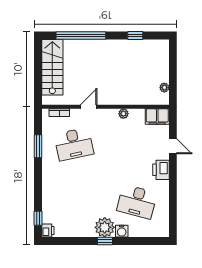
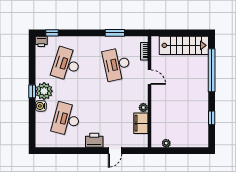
filing cabinet: (157, 117) -> (141, 123), moved
desk: (74, 202) -> (66, 64), added

